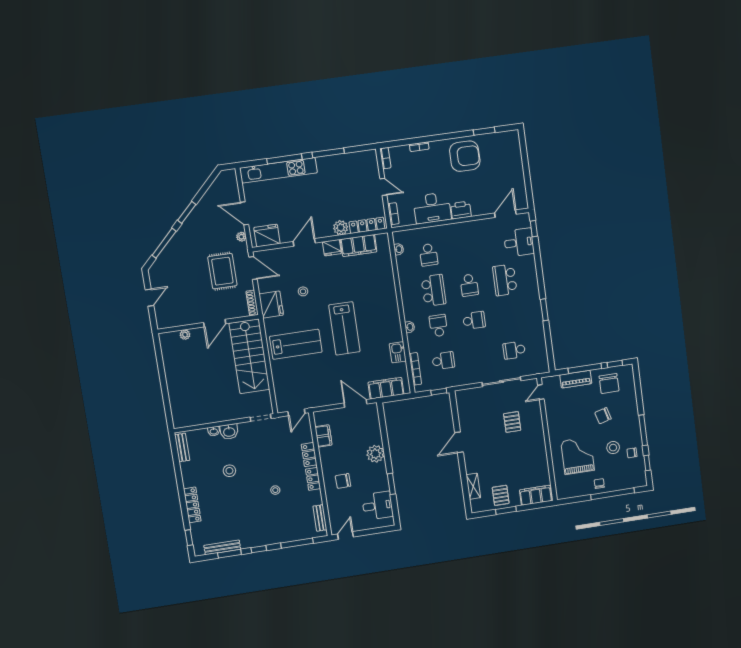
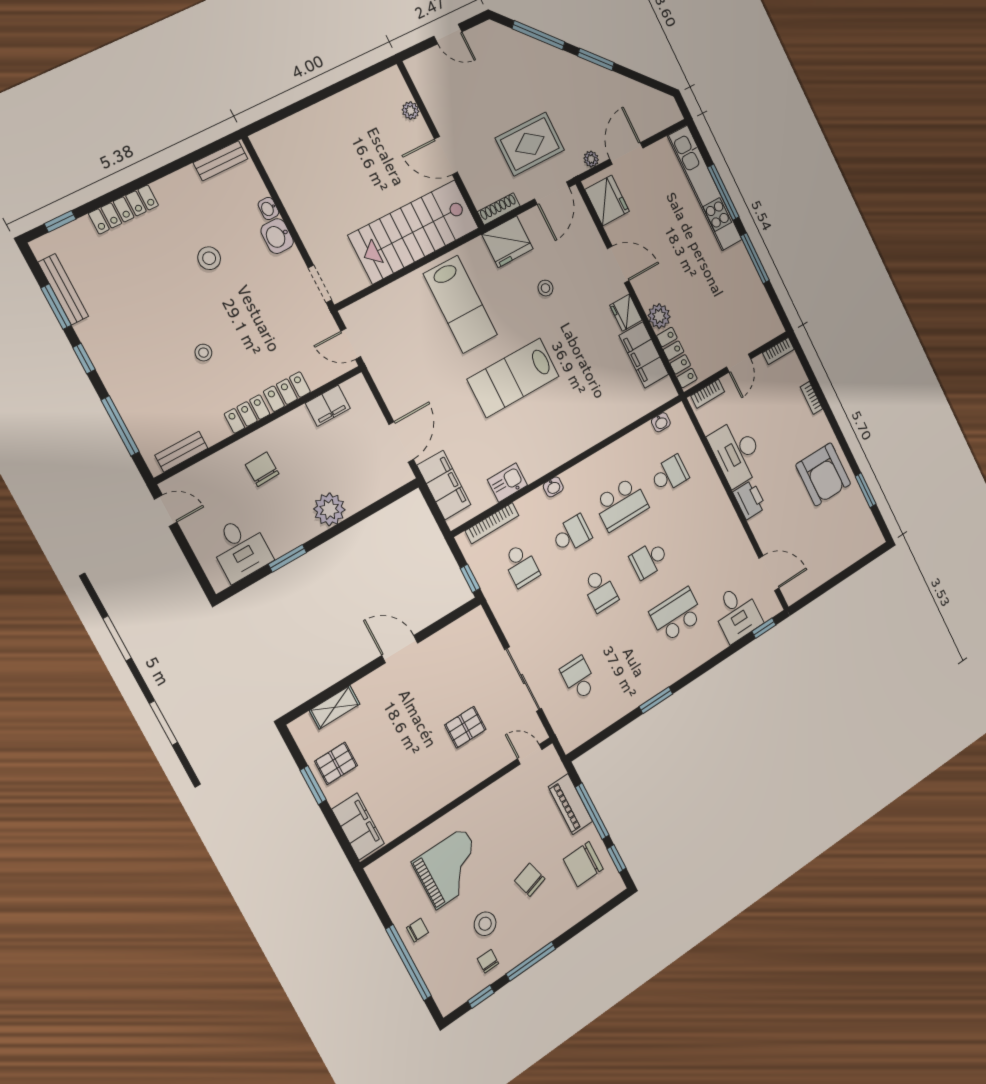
school desk: (429, 255) -> (669, 474), turned 180

